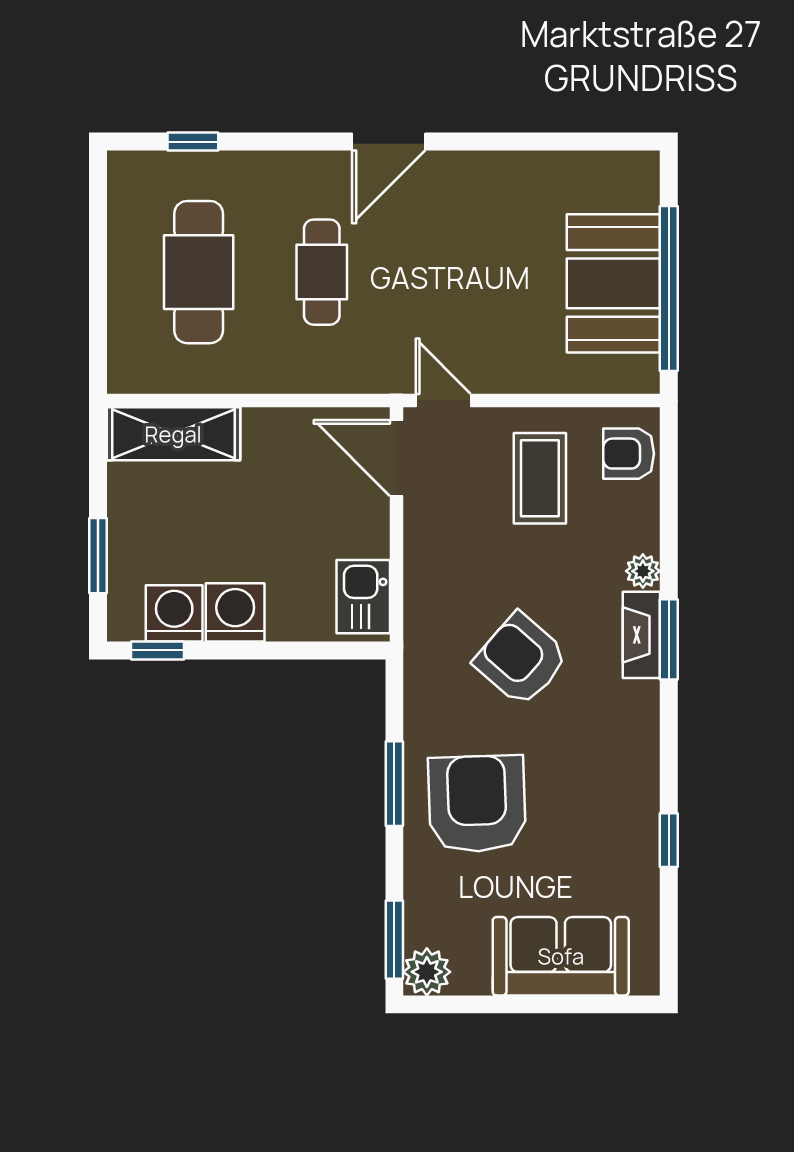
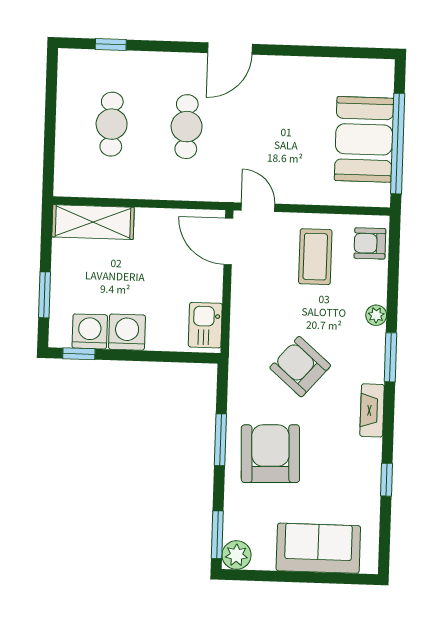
cafe table: (199, 272) -> (112, 124), width x0.73, depth x0.74
fireplace: (641, 635) -> (372, 410), moved

